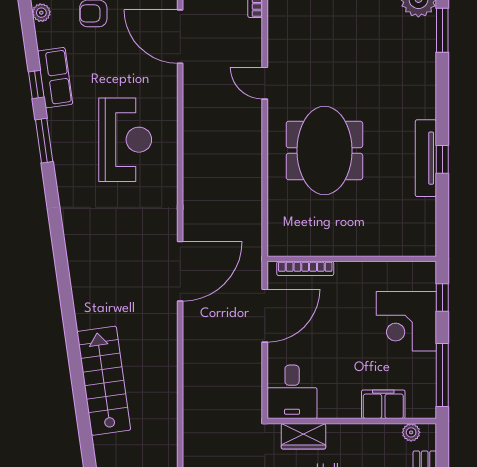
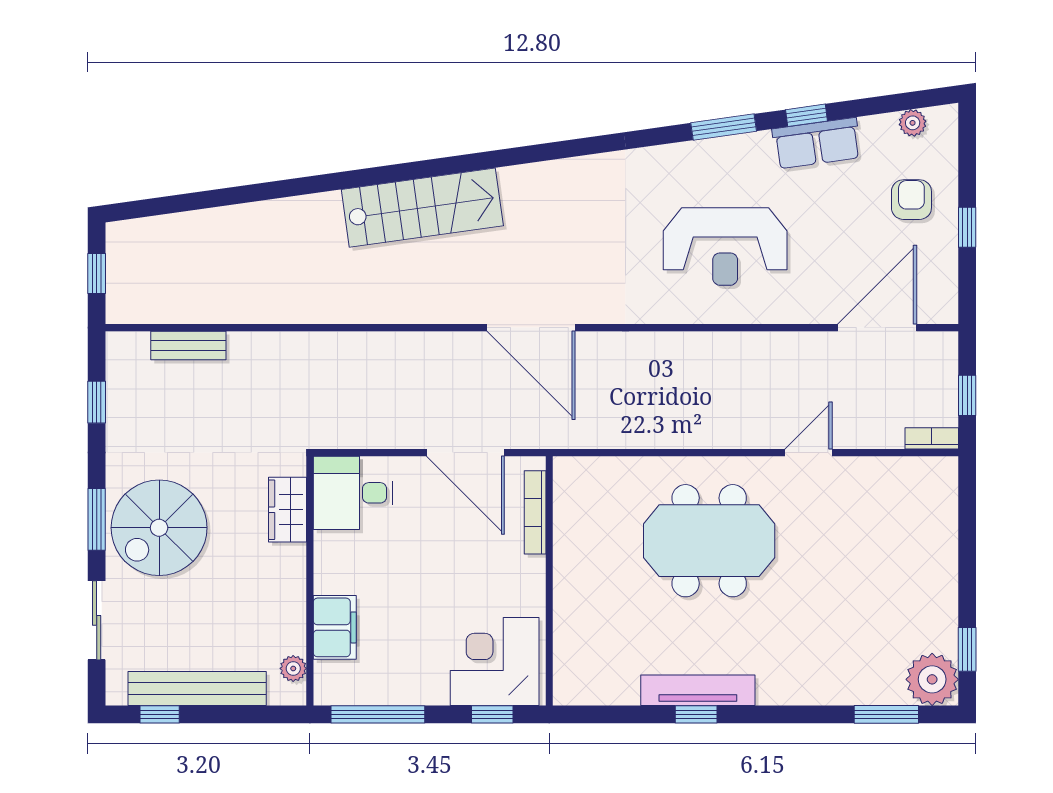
corner desk: (406, 321) -> (495, 661), moved
stairs: (104, 381) -> (422, 208), moved

